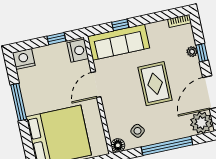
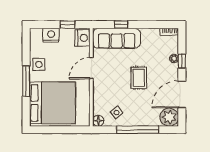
nightstand: (24, 59) -> (51, 35), moved
rug: (155, 84) -> (139, 78), width x0.73, depth x0.70
side table: (33, 93) -> (39, 64), added
window: (19, 102) -> (26, 81), moved

